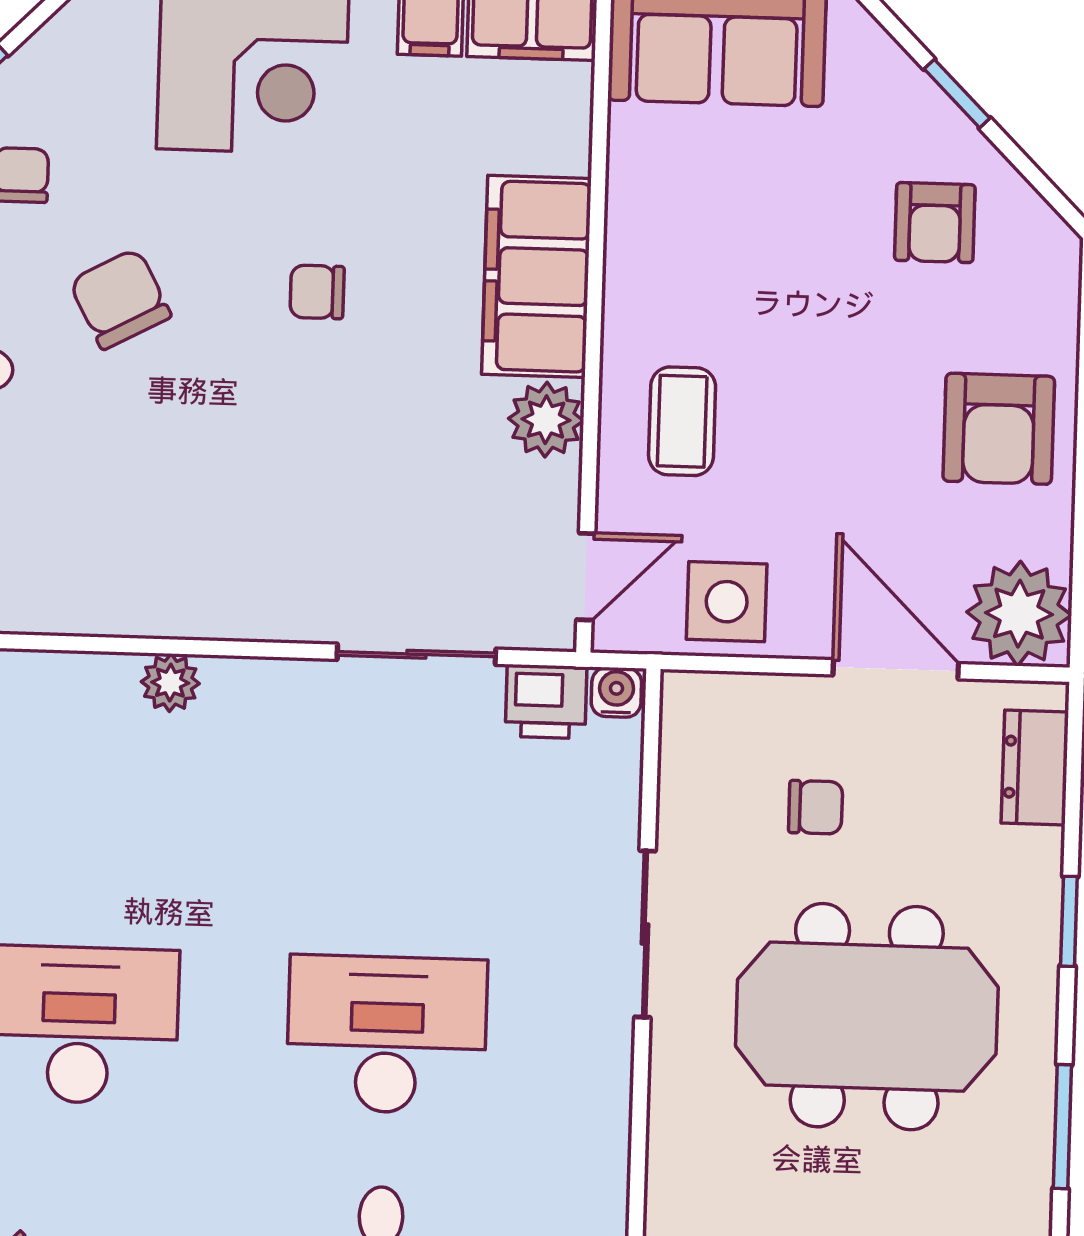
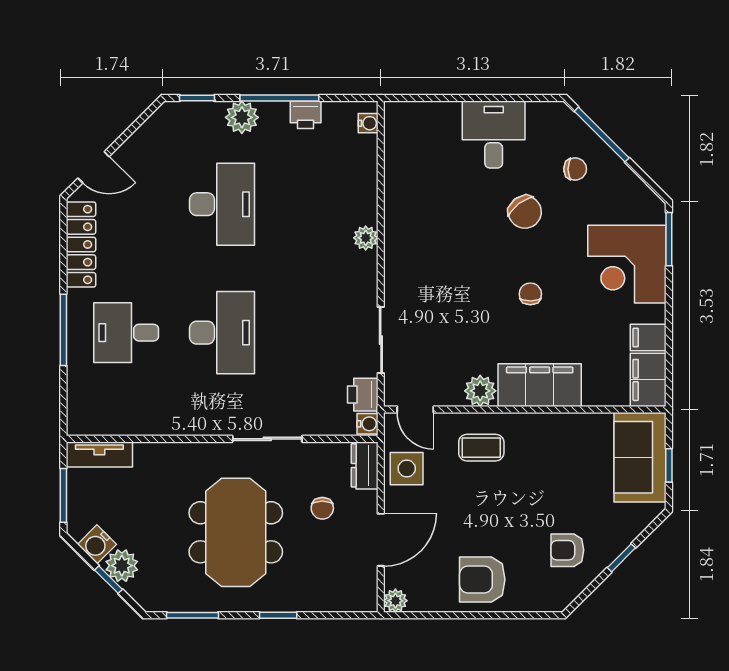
chair: (120, 299) -> (525, 212), turned 81
plant: (1019, 614) -> (395, 601), width x0.53, depth x0.53
dresser: (1035, 767) -> (365, 465), moved, turned -90

